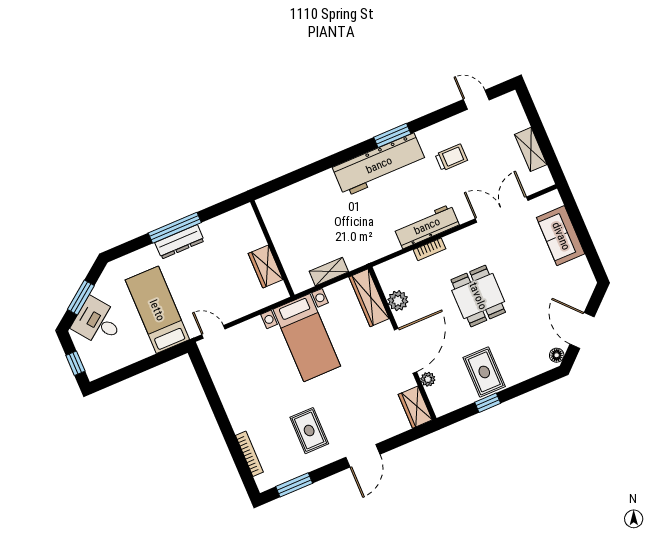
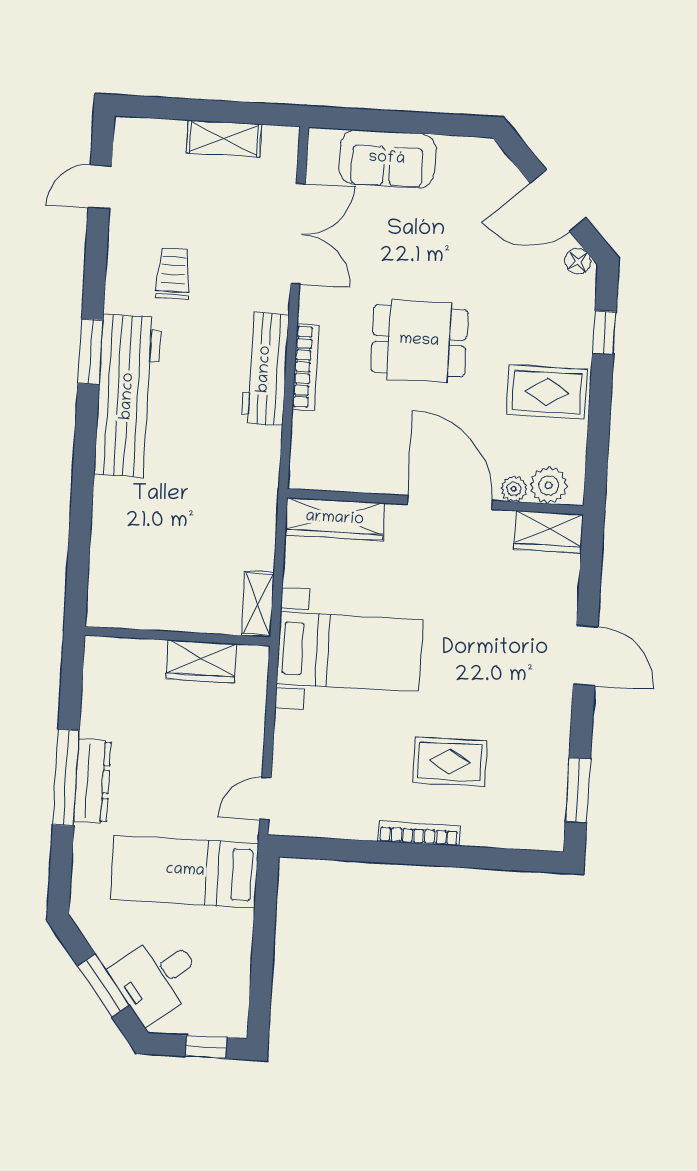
double door: (502, 210) -> (298, 234), swing flipped
bookcase: (429, 249) -> (305, 367), width x1.56
shelving: (329, 272) -> (258, 604), moved
plant: (398, 301) -> (549, 485), moved
window: (488, 403) -> (604, 332), moved
rug: (309, 431) -> (450, 762), moved
bookcase: (249, 454) -> (419, 833), moved

